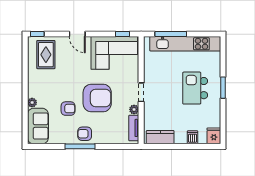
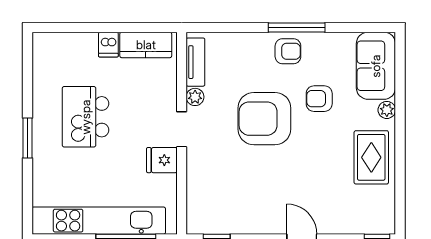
corner sofa: (114, 53) -> (232, 203), removed
rug: (46, 55) -> (371, 157), moved
kitchen island: (195, 88) -> (86, 117), moved, turned 180
fridge: (214, 136) -> (162, 160), moved, turned 90
dishwasher: (193, 137) -> (108, 45), moved

